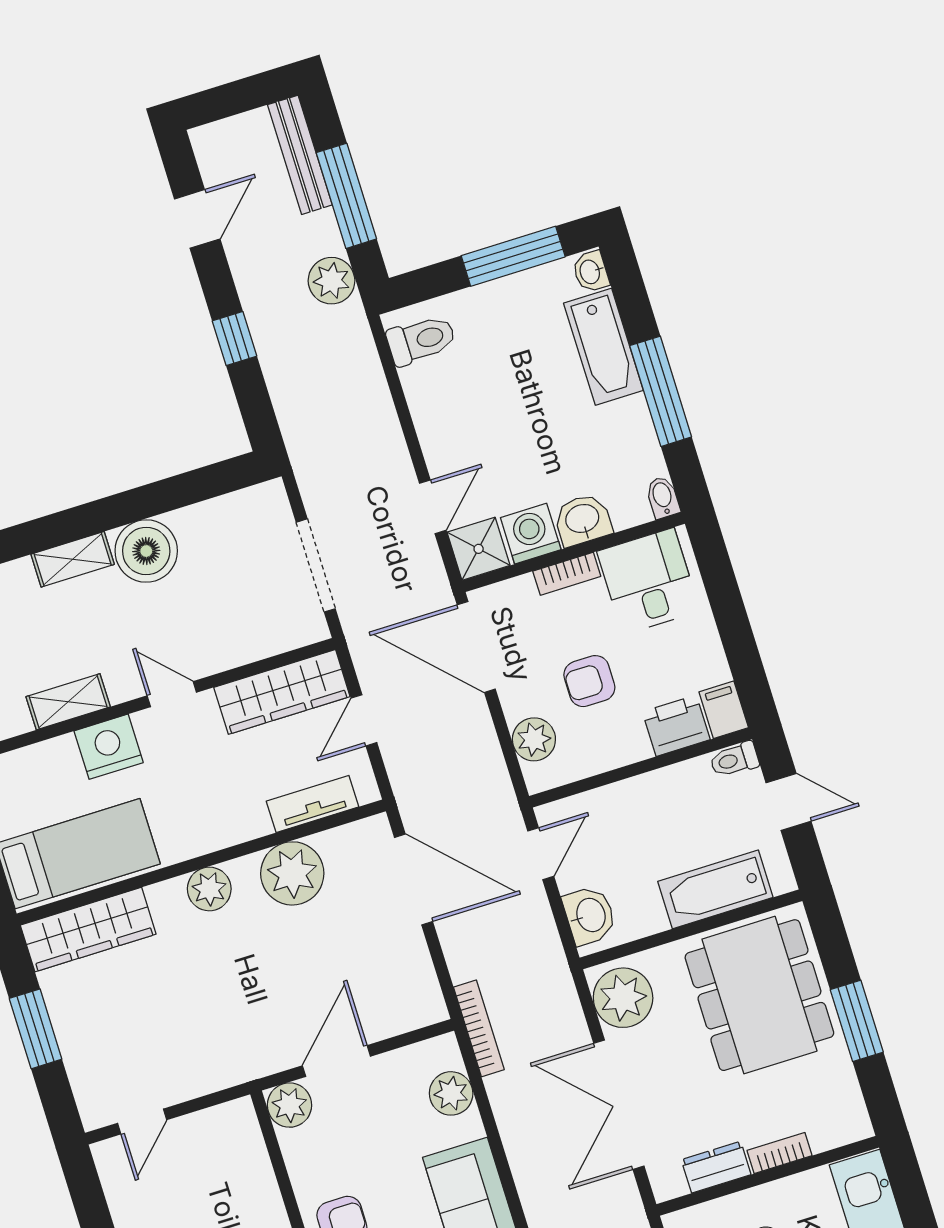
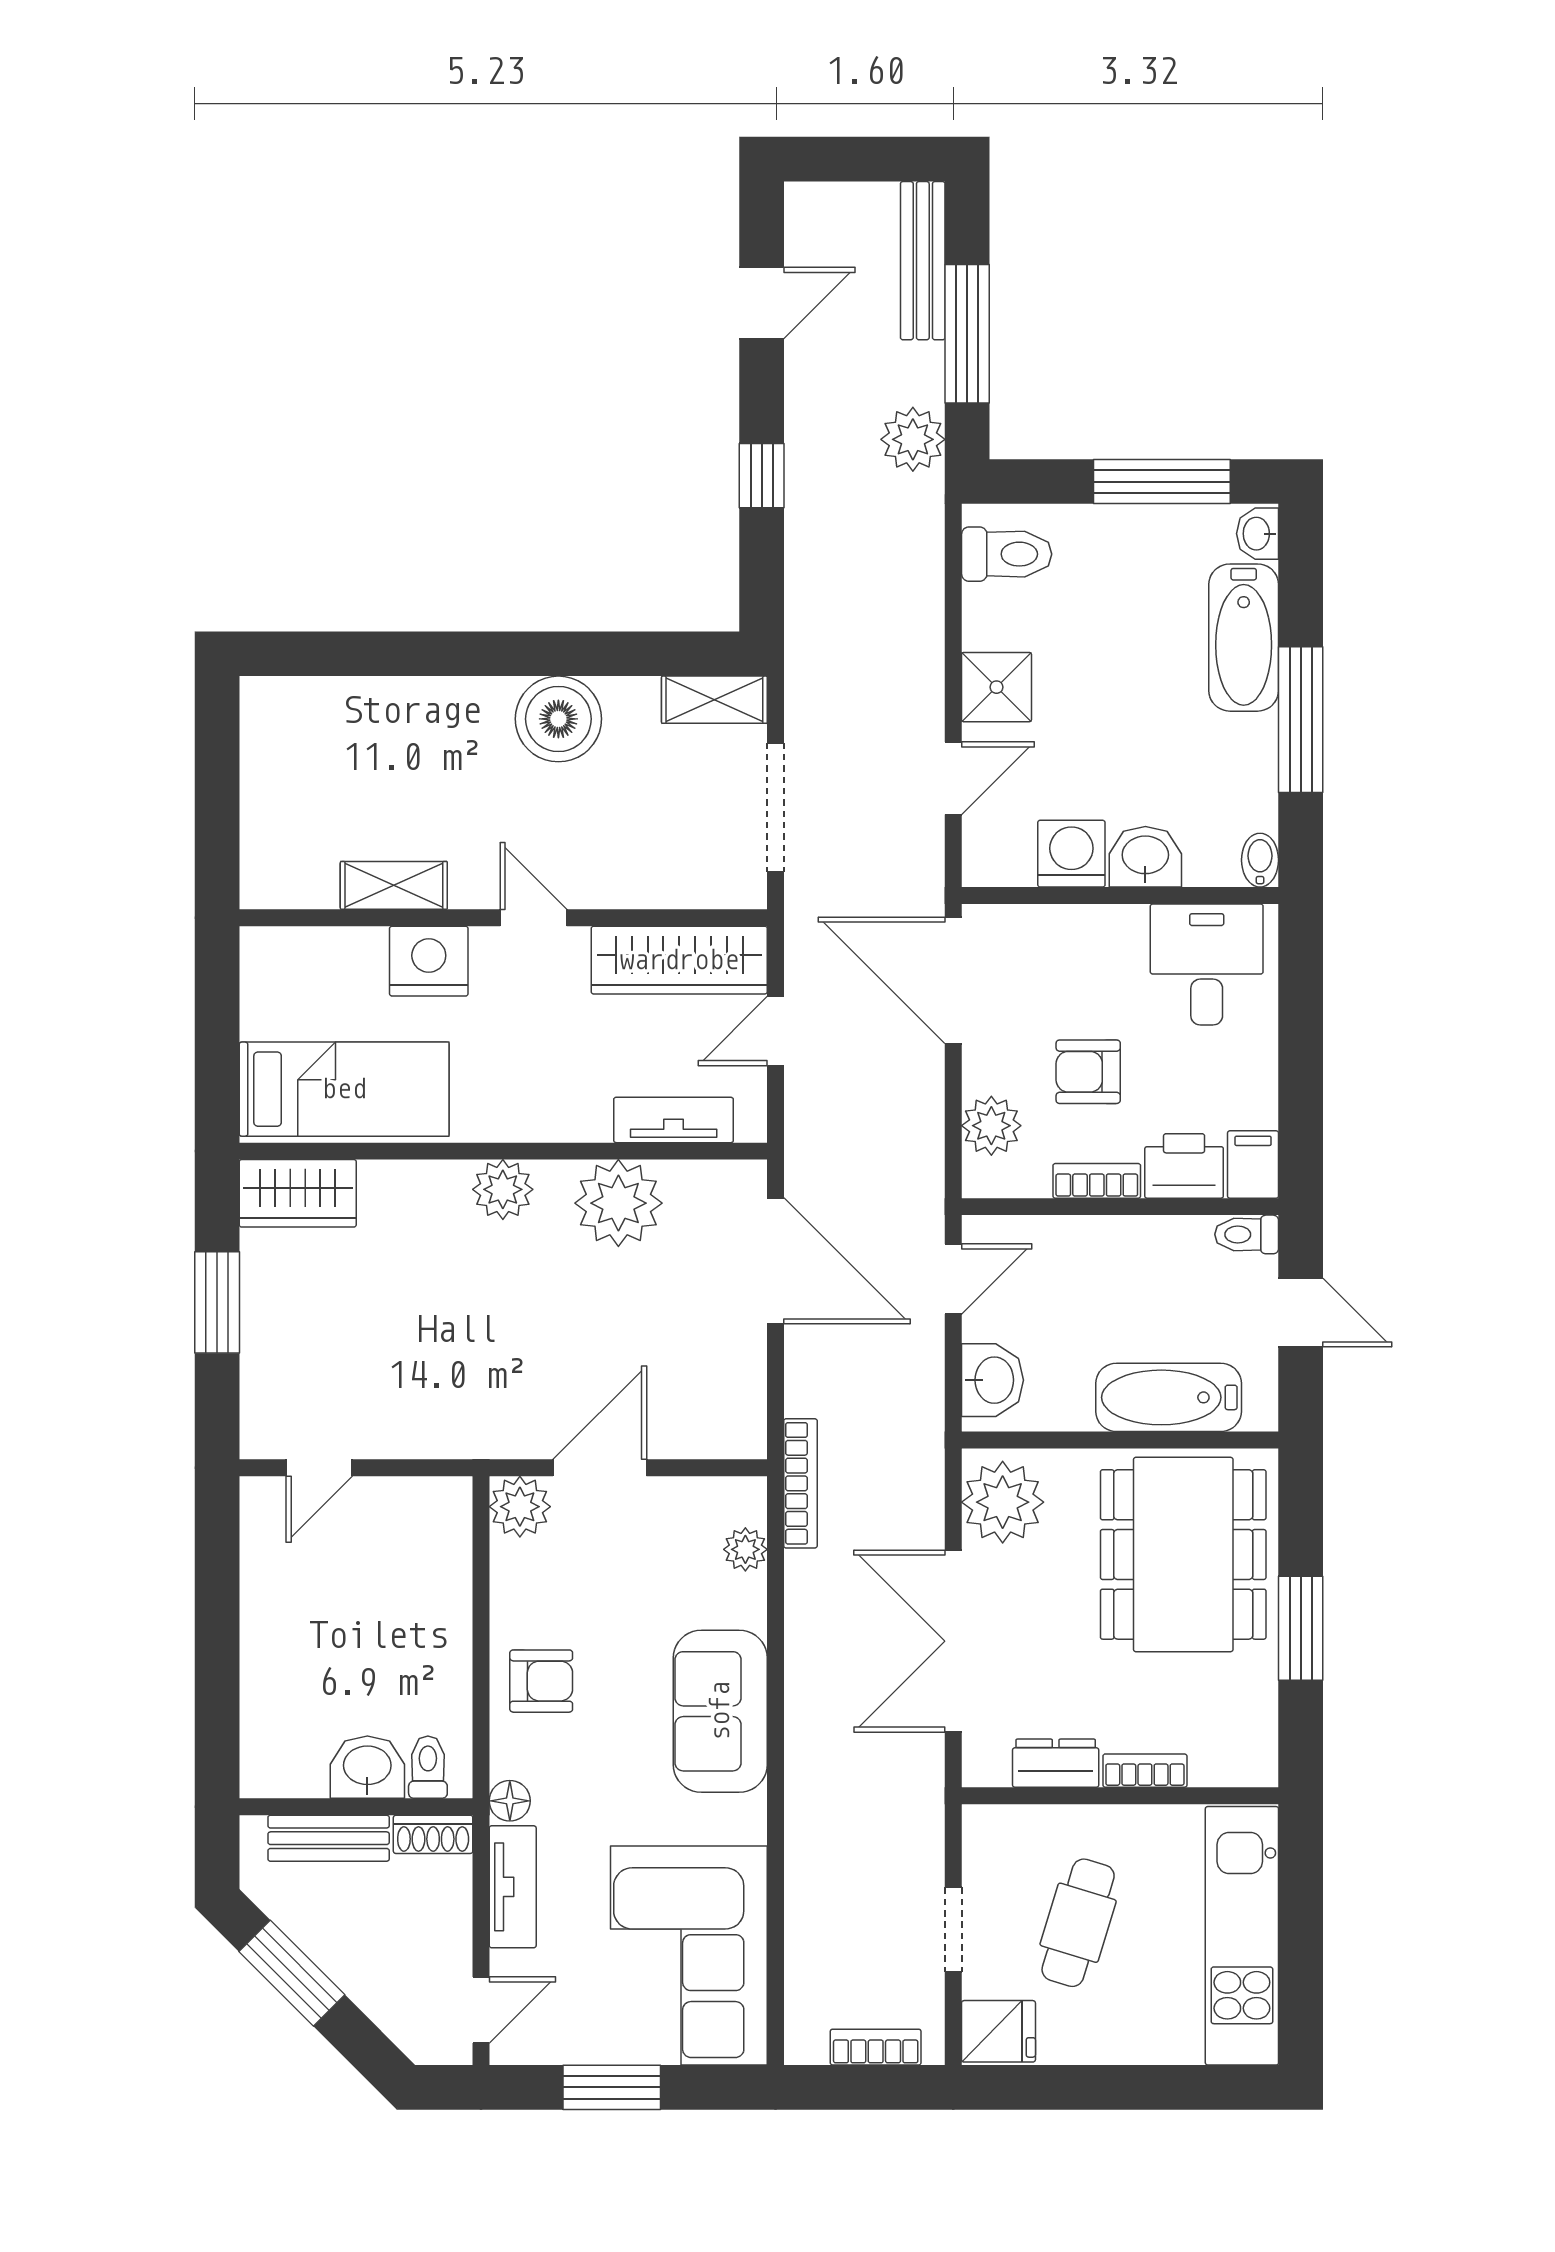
shower: (479, 549) -> (996, 687), moved
shelving: (73, 559) -> (714, 700), moved
bookcase: (567, 574) -> (1097, 1181), moved, turned 180
wardrobe: (88, 930) -> (298, 1193), width x0.67
plant: (451, 1093) -> (745, 1549), width x0.73, depth x0.73

